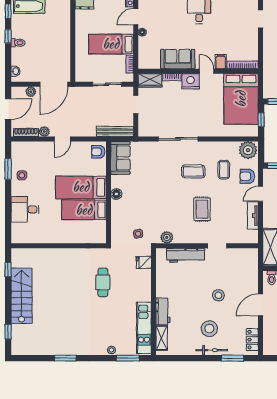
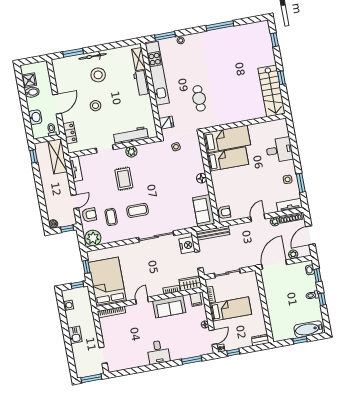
window: (8, 11) -> (318, 275), moved
filing cabinet: (221, 62) -> (196, 299), moved
door: (207, 71) -> (142, 301), swing flipped
nightstand: (191, 81) -> (187, 245), moved, turned -90
tv unit: (25, 147) -> (289, 205), added
bed: (81, 187) -> (227, 139), moved
tv unit: (253, 216) -> (76, 169), moved
plant: (167, 237) -> (131, 152), moved
window: (8, 269) -> (281, 78), moved
stairs: (22, 296) -> (272, 91), moved
kitchen unit: (144, 328) -> (157, 73), width x1.36
locker: (252, 340) -> (70, 133), moved
window: (65, 358) -> (220, 26), width x1.44

